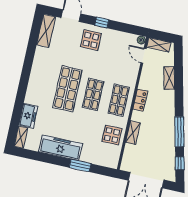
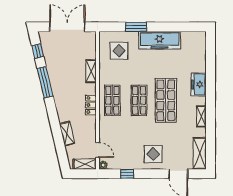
window: (102, 23) -> (127, 174), moved
freezer: (28, 116) -> (199, 84), moved
display table: (112, 135) -> (119, 51), moved
shelving: (21, 137) -> (201, 116), moved

